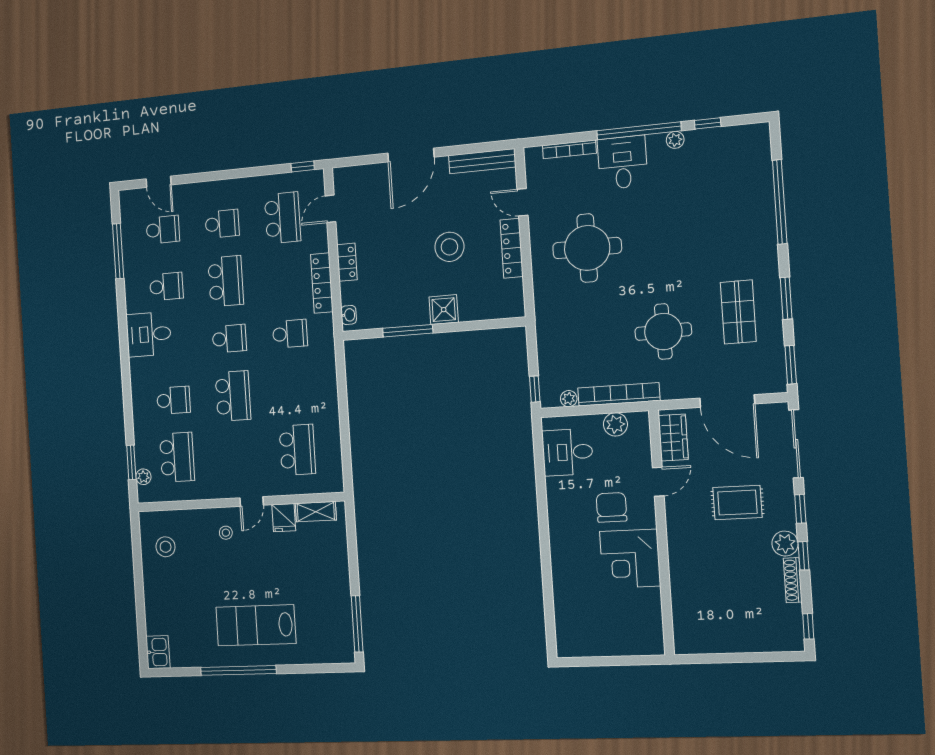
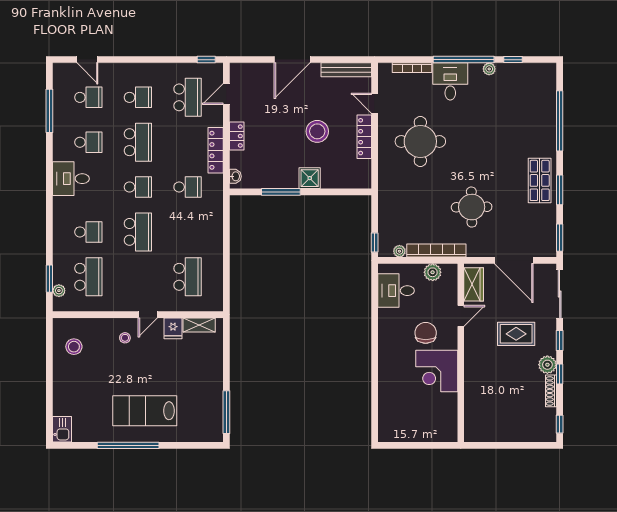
shop shelf: (738, 312) -> (540, 180), moved

